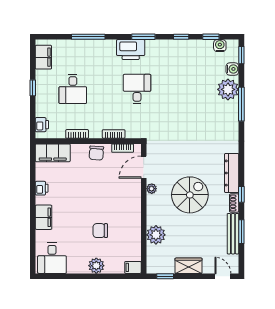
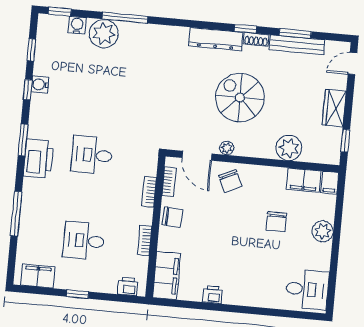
water cooler: (220, 46) -> (40, 85), moved
desk: (73, 89) -> (84, 241), turned 180
chair: (127, 194) -> (230, 181), added
filing cabinet: (44, 217) -> (304, 180), moved, turned 180

